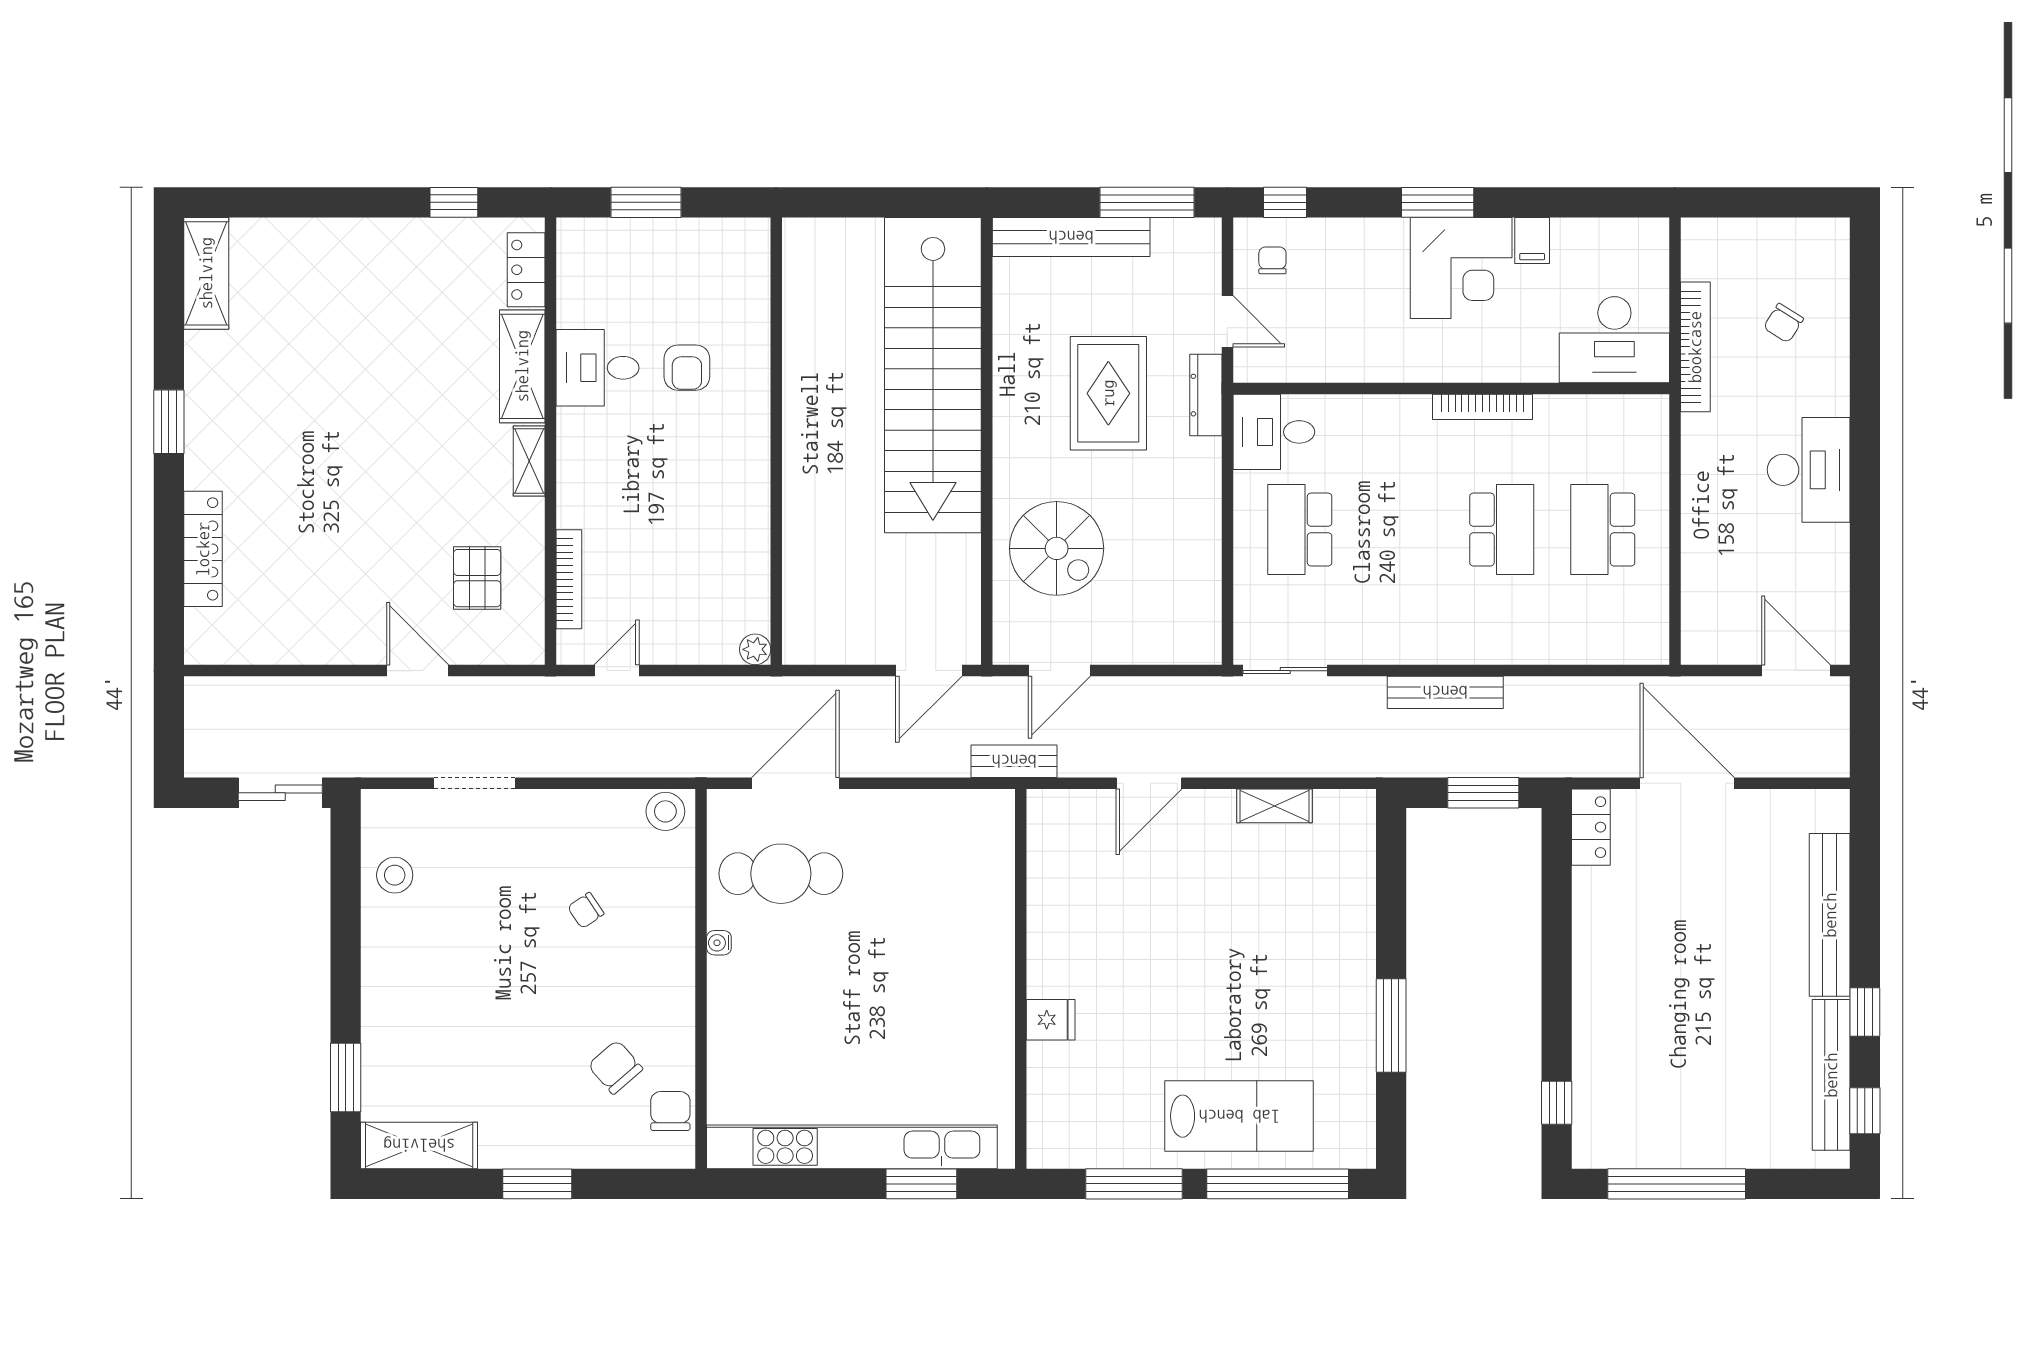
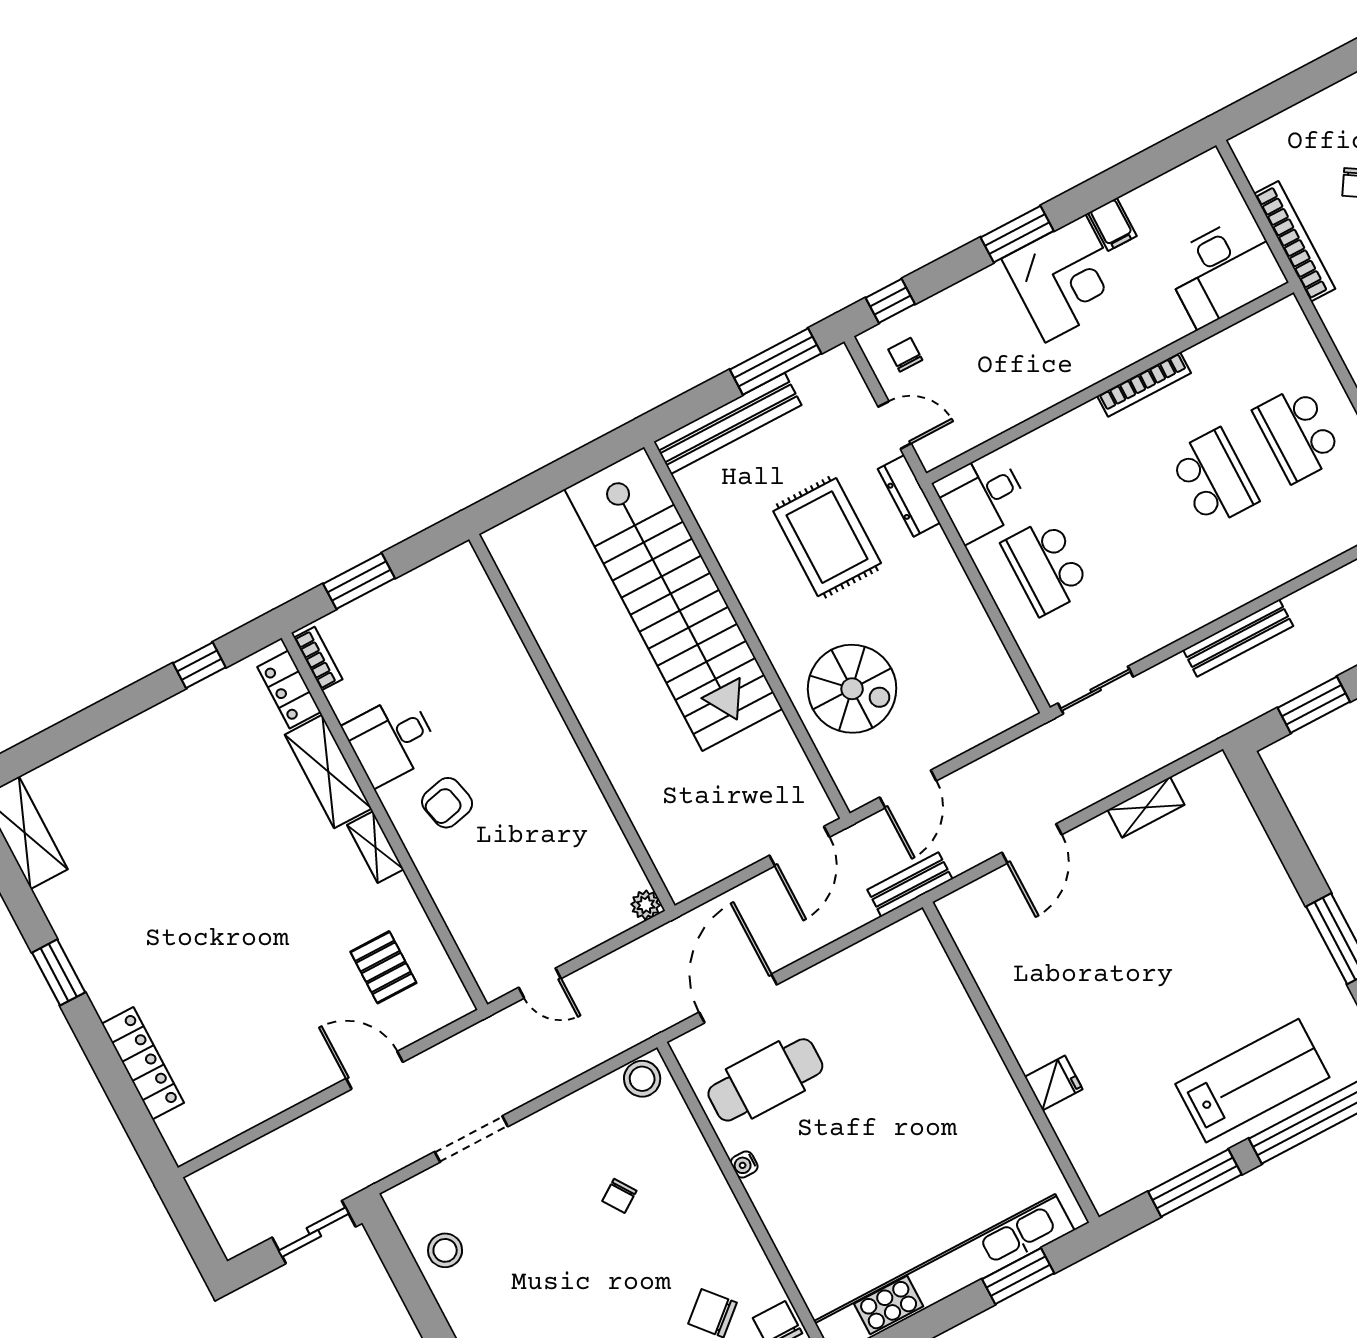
armchair: (687, 368) -> (447, 803), moved, turned 77
bookcase: (569, 579) -> (318, 659), moved, width x0.64
door: (617, 671) -> (540, 983), swing flipped

